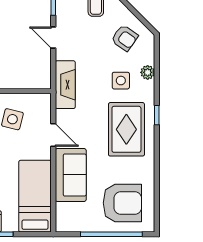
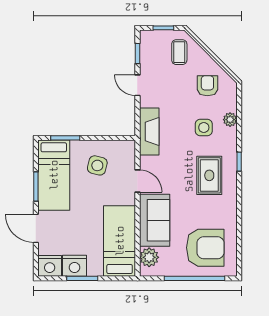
armchair: (125, 38) -> (207, 86), turned -125
rug: (126, 129) -> (209, 175), width x0.73, depth x0.70
plant: (65, 213) -> (149, 257), added

